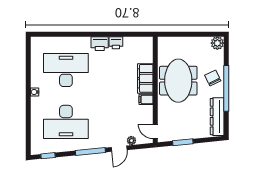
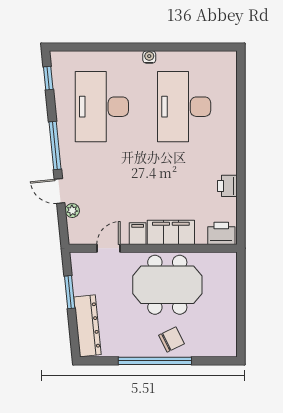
plant: (217, 43) -> (227, 347), removed
printer: (100, 44) -> (221, 233), moved, turned 90
desk: (66, 70) -> (184, 107), turned 180
dresser: (217, 117) -> (88, 326), moved, turned 84
door: (155, 131) -> (108, 248), moved

